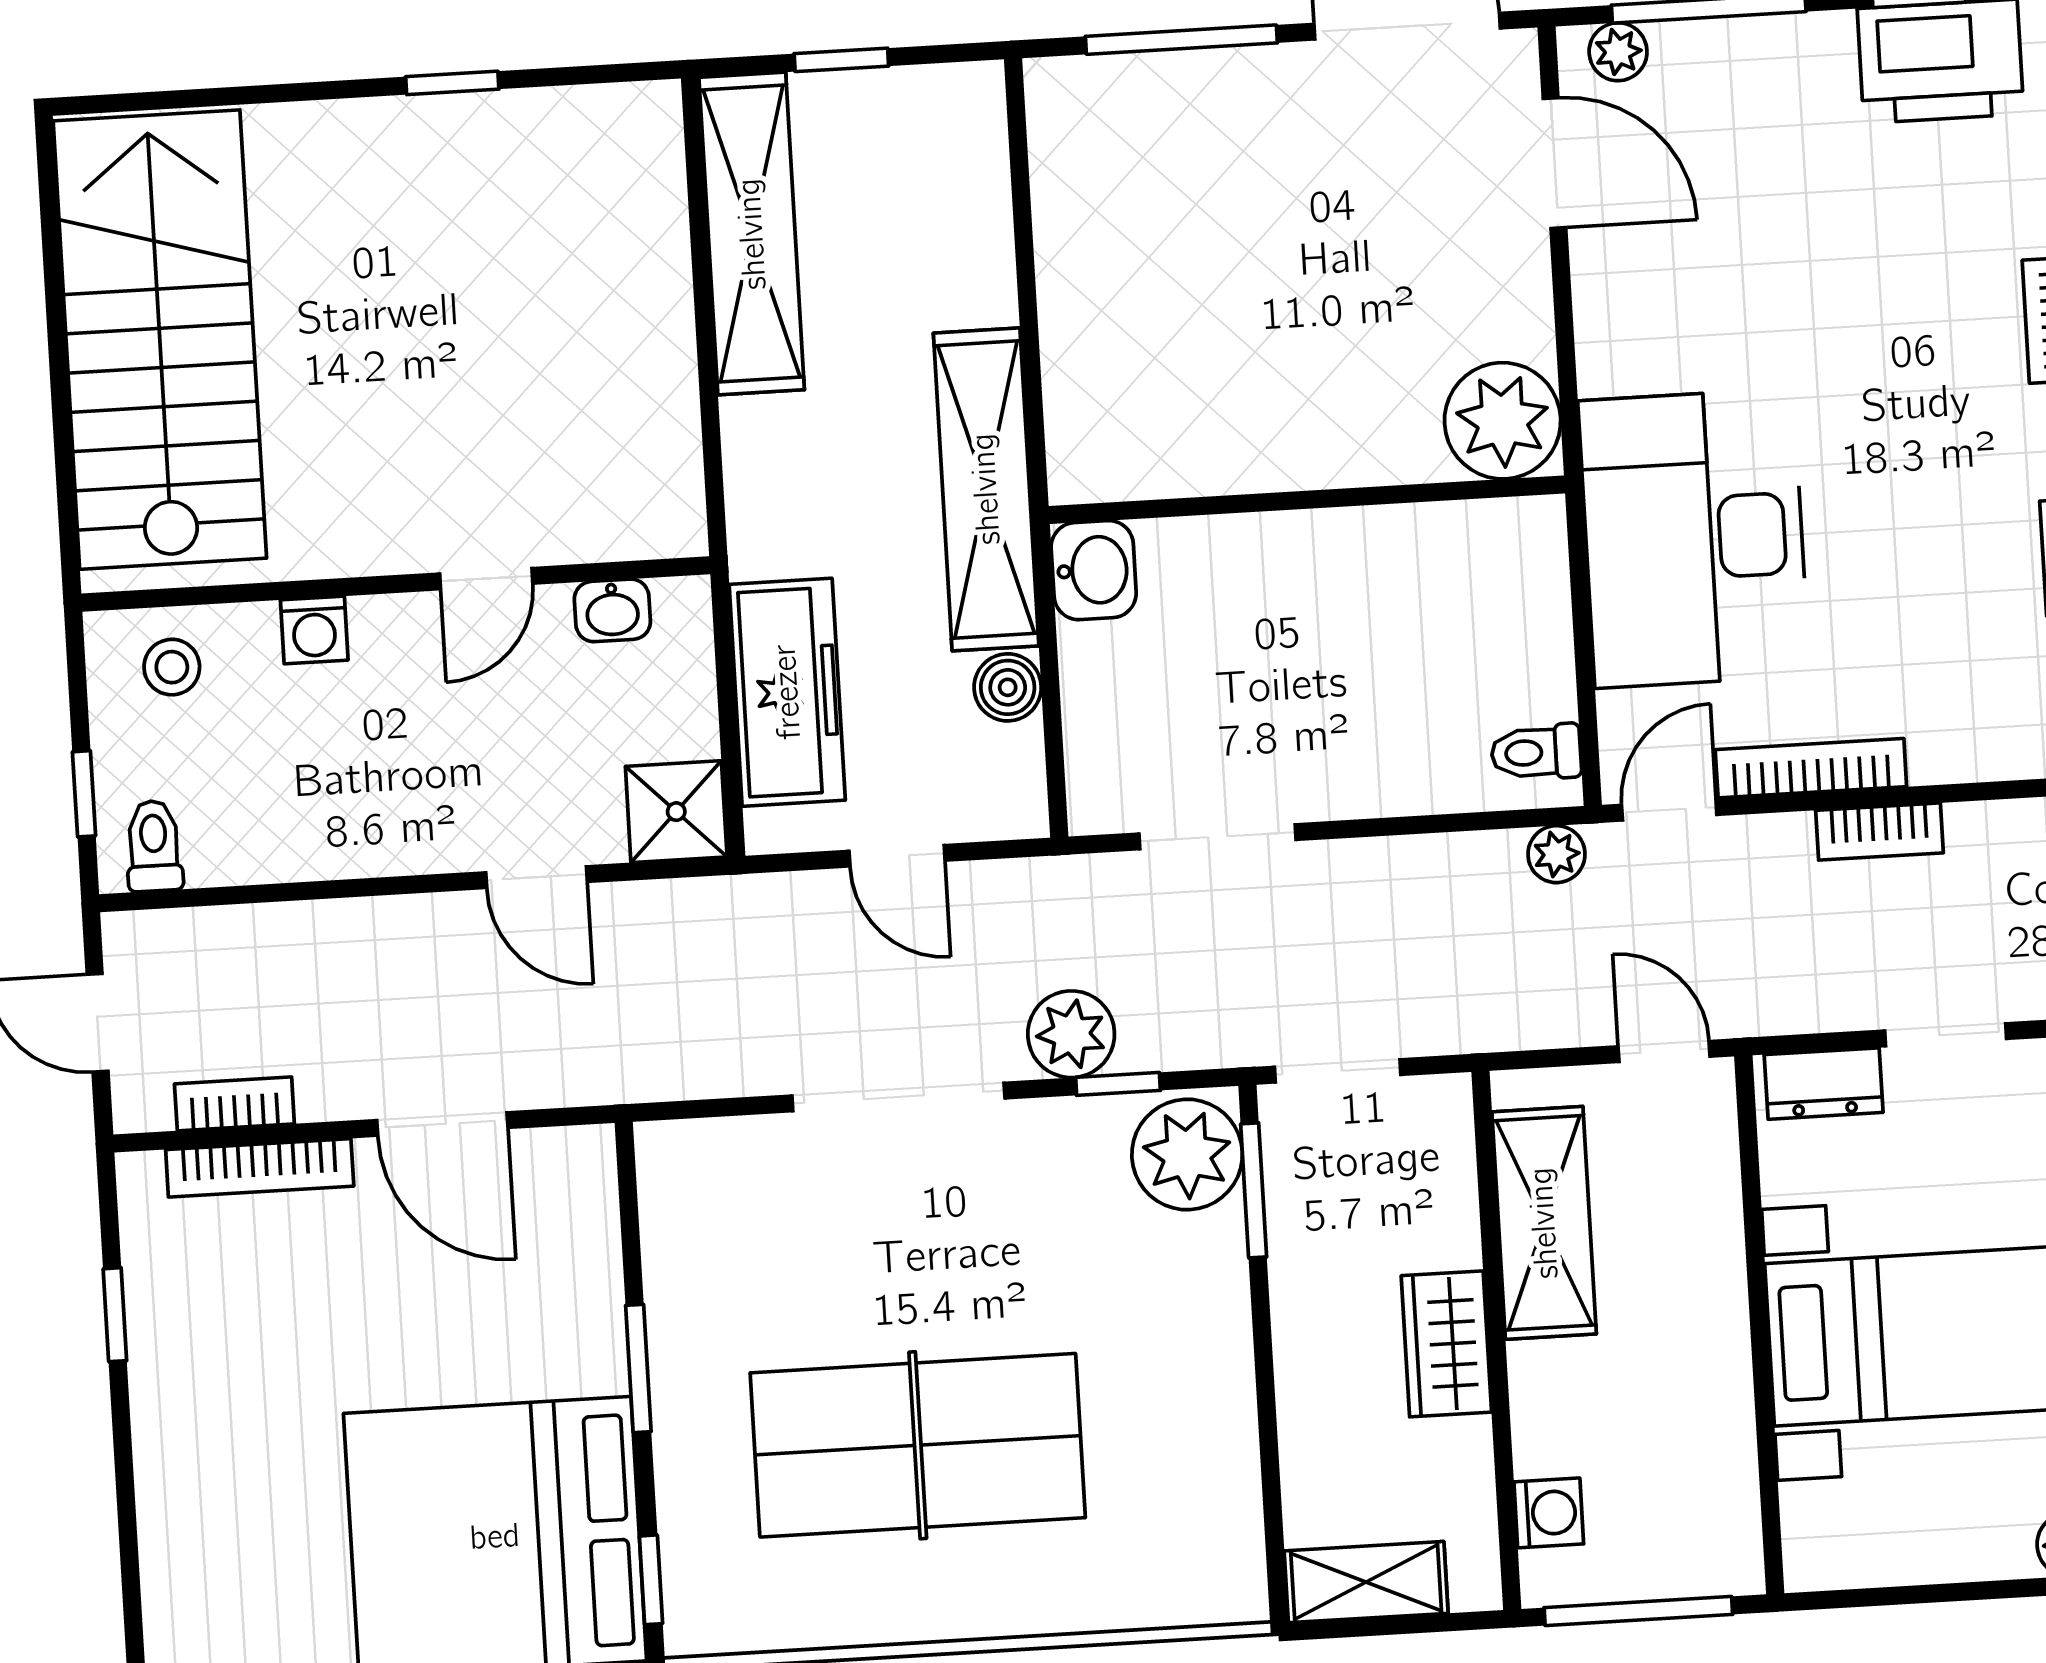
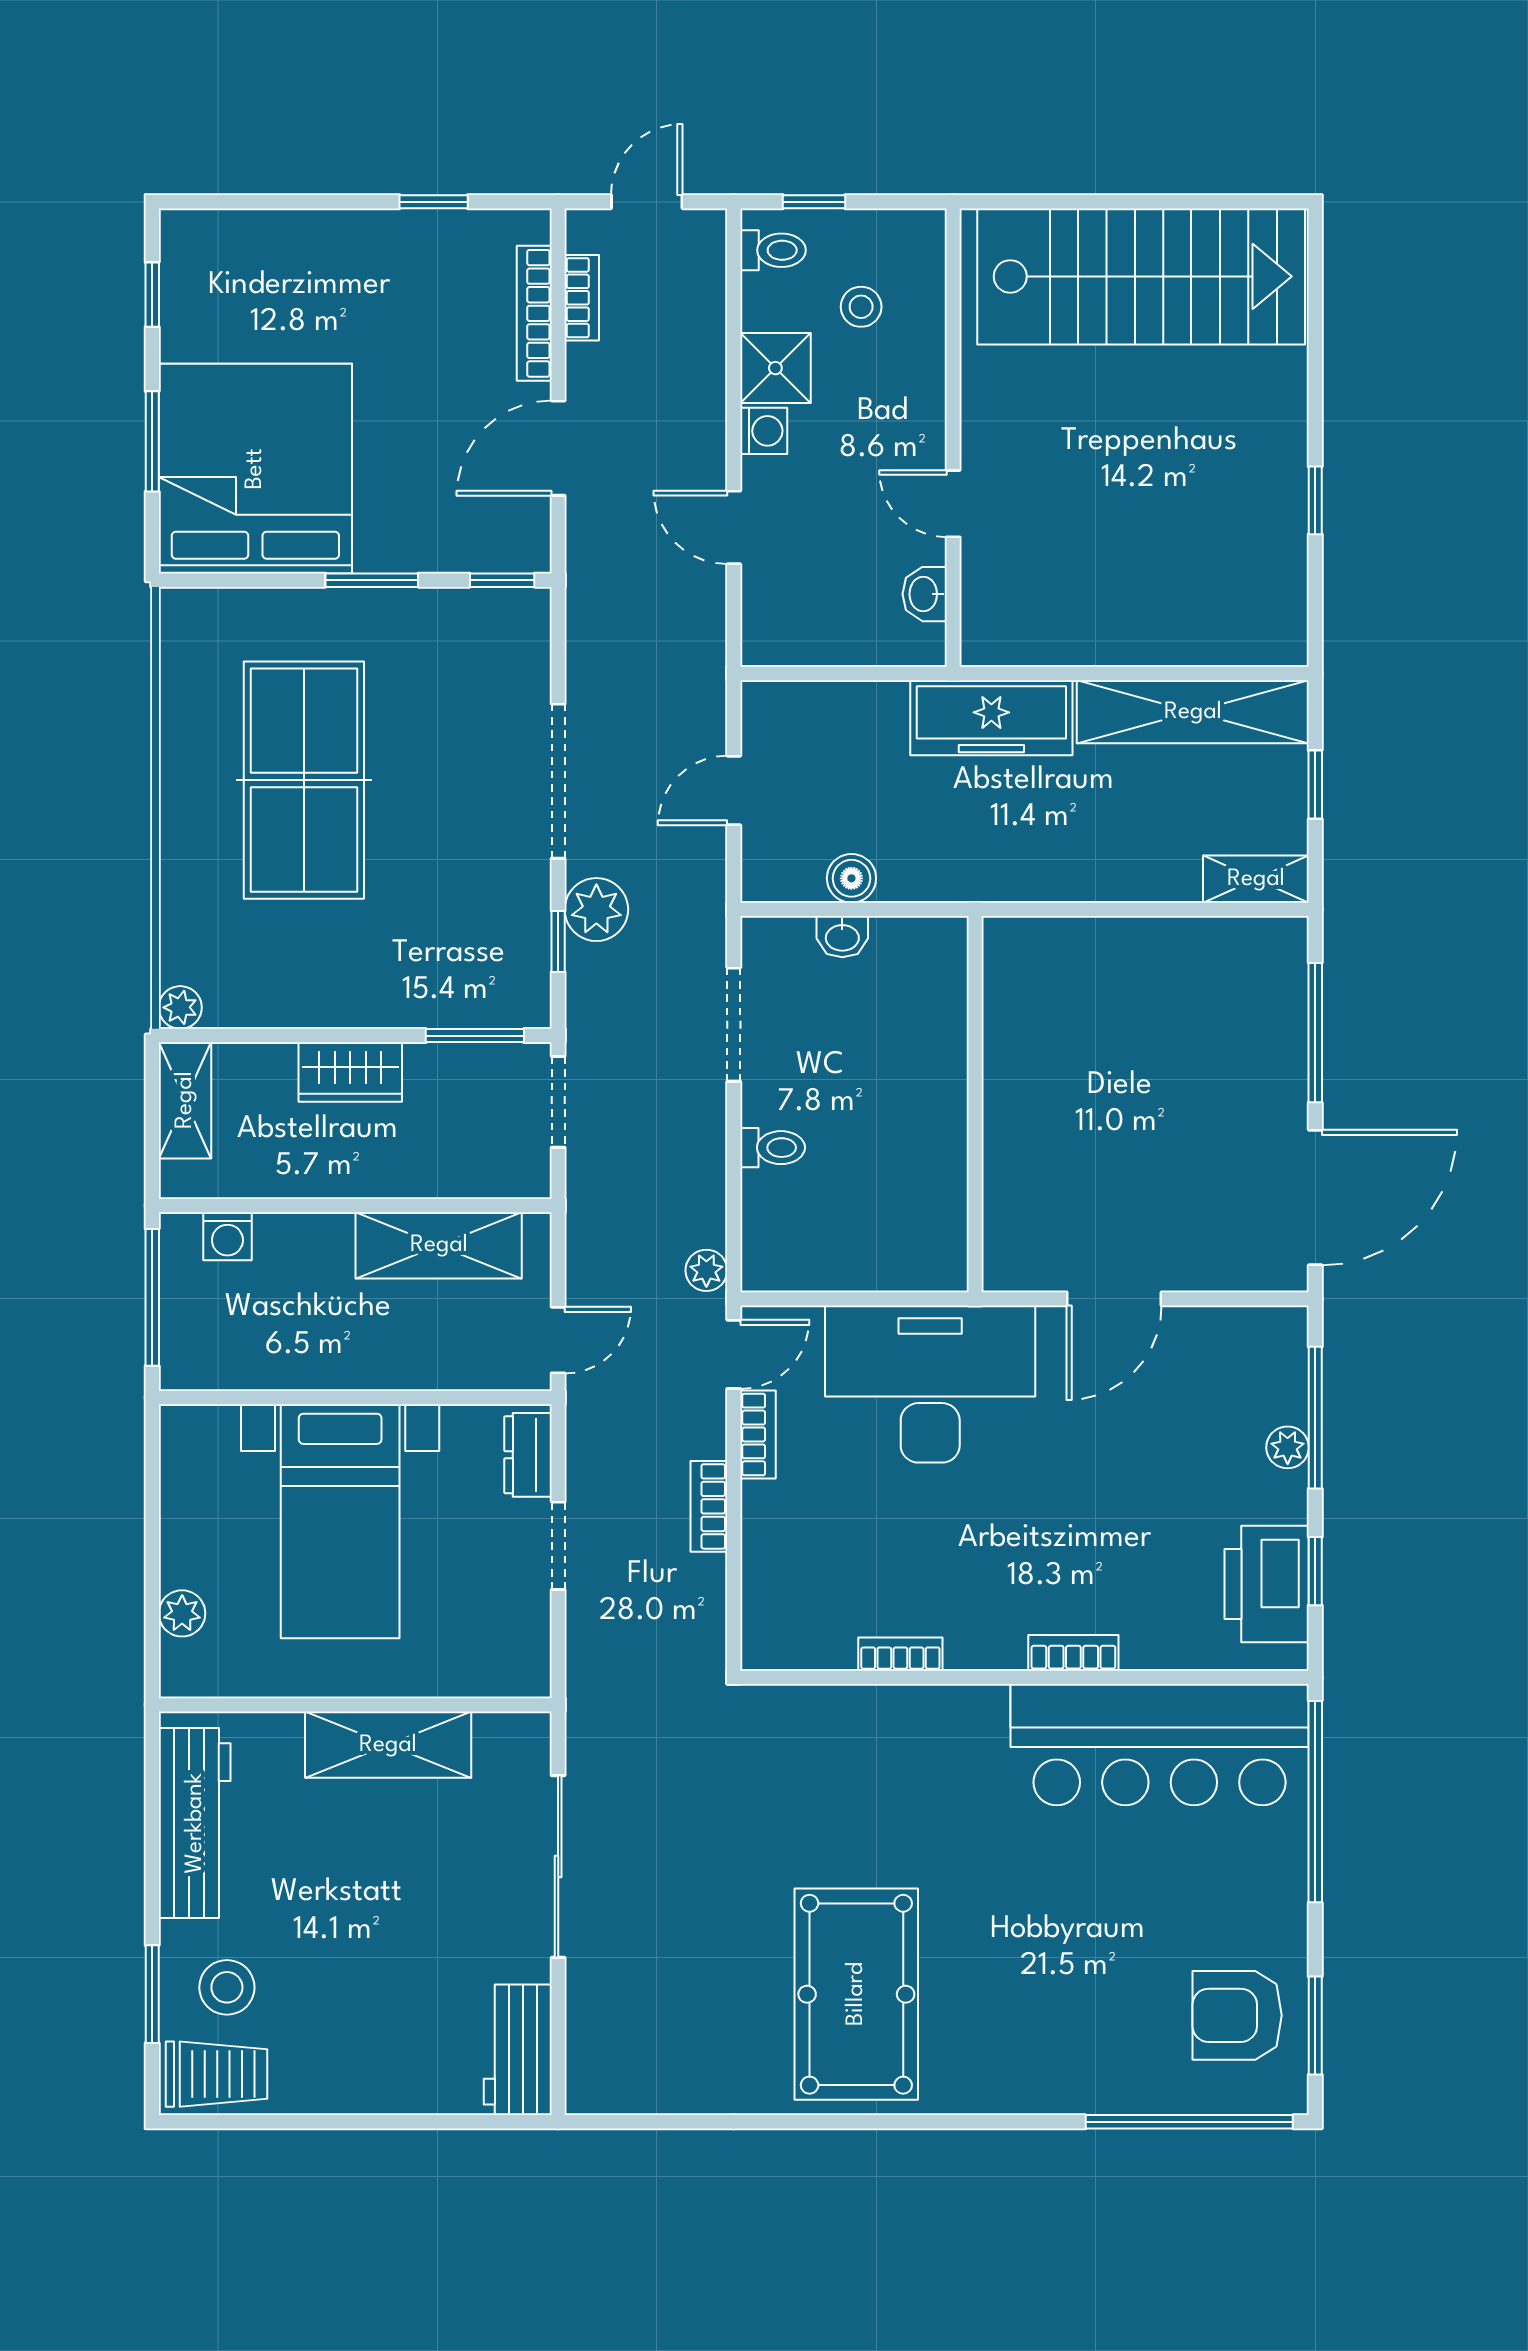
plant: (1618, 52) -> (1288, 1447), moved
door: (1555, 163) -> (1114, 1299), moved
plant: (1503, 421) -> (1024, 1250), removed
shelving: (986, 489) -> (1256, 879), moved, width x0.45, depth x0.75
washbasin: (1094, 570) -> (842, 937), moved, width x0.72, depth x0.69
washing machine: (314, 630) -> (764, 431), moved, turned 180
stool: (172, 667) -> (861, 307), moved
freezer: (787, 692) -> (991, 718), moved
toilet: (1536, 752) -> (773, 1148), moved, turned 90
bookcase: (1811, 768) -> (758, 1434), width x0.64
door: (1669, 810) -> (734, 1354), hinge flipped
shower: (676, 812) -> (775, 368), moved
door: (537, 877) -> (734, 527), hinge flipped
plant: (1187, 1155) -> (180, 1007), moved, width x0.53, depth x0.53
wardrobe: (1446, 1344) -> (350, 1072), moved, turned 180
window: (651, 1580) -> (502, 580), moved

